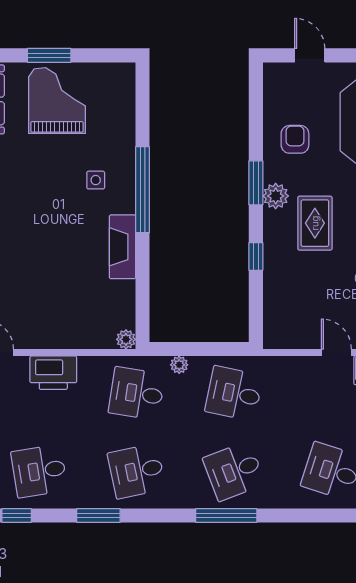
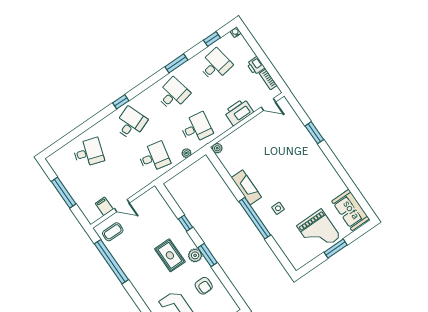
window: (226, 515) -> (121, 102), width x0.46

